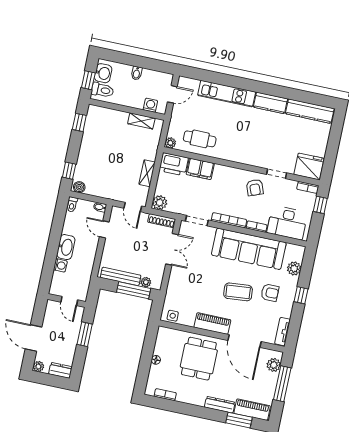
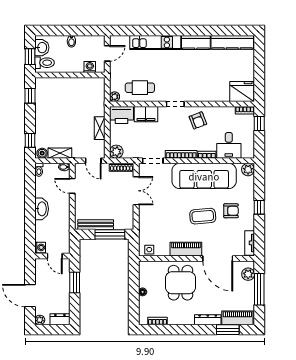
shelving: (141, 121) -> (60, 153), moved
doorway: (277, 174) -> (175, 104), moved
desk: (287, 223) -> (229, 145), width x0.73
washing machine: (60, 265) -> (40, 247), moved
plant: (294, 268) -> (248, 170), moved
plant: (146, 282) -> (119, 225), removed

